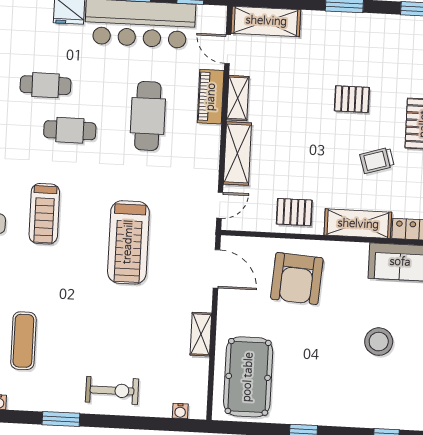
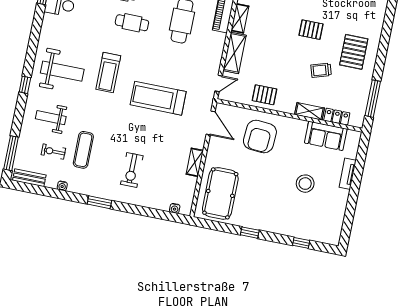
shelving: (358, 224) -> (310, 111), width x0.67, depth x0.75
treadmill: (128, 242) -> (158, 98), turned 90
exercise bike: (112, 390) -> (132, 170), moved, turned 90

